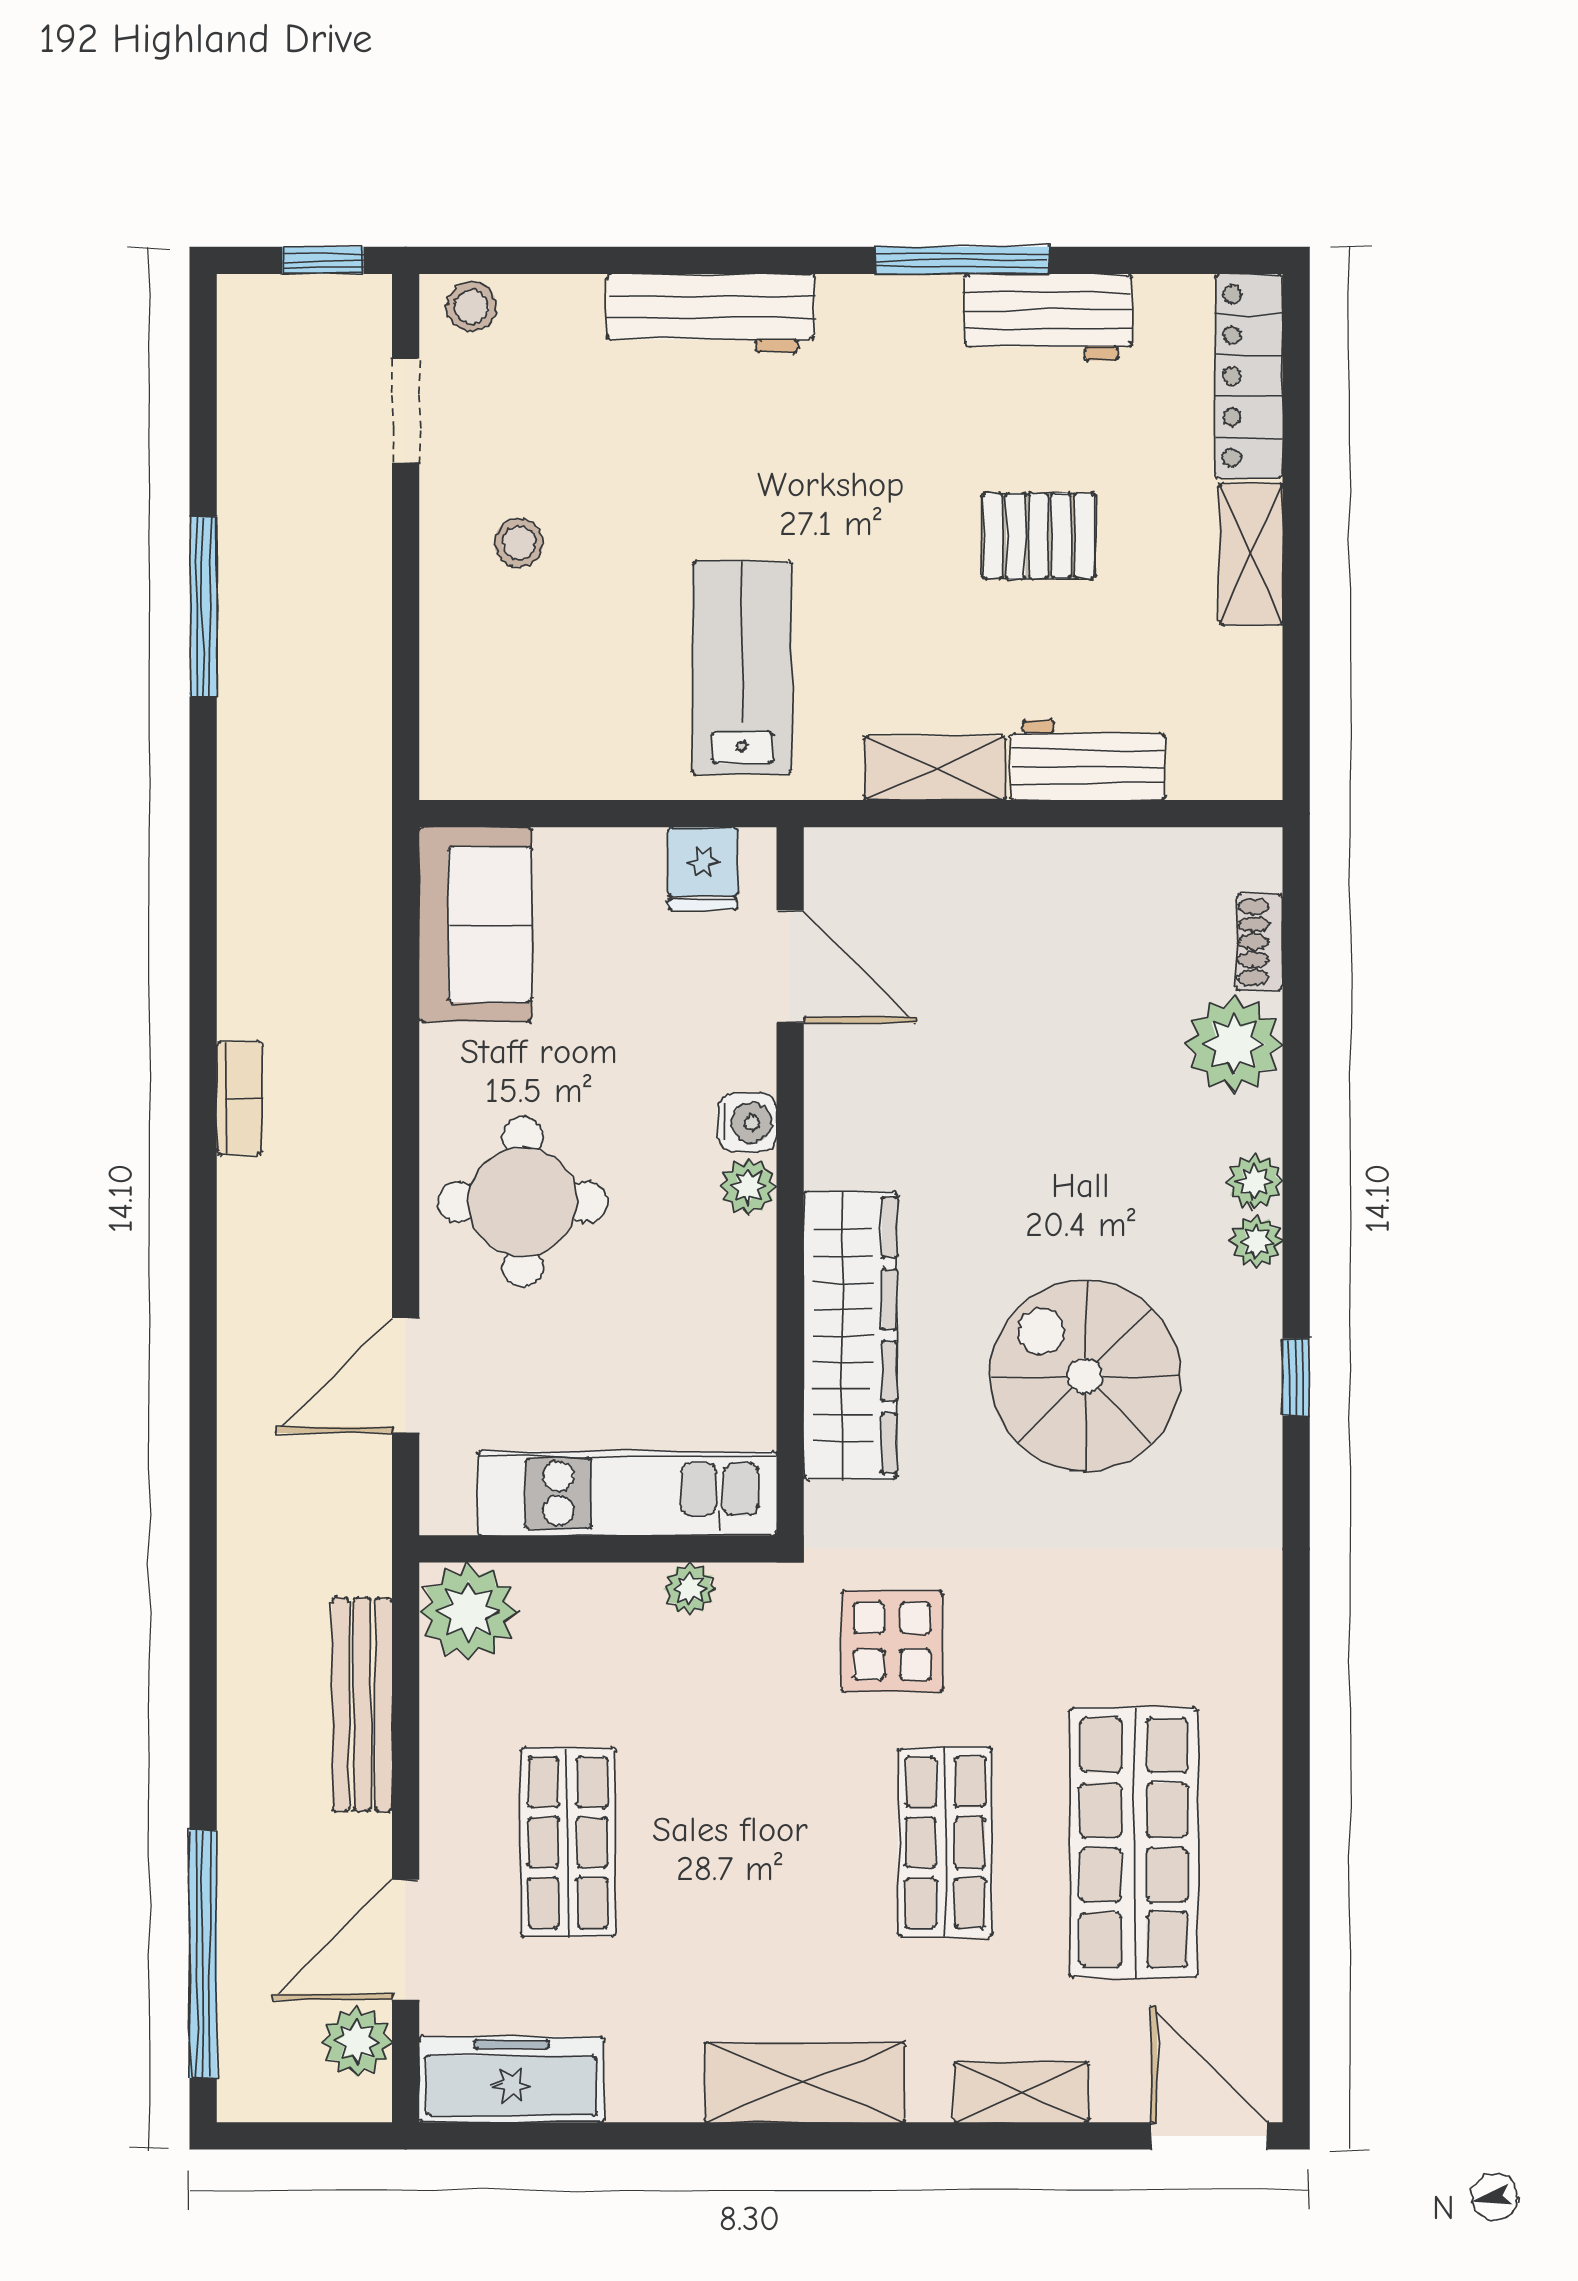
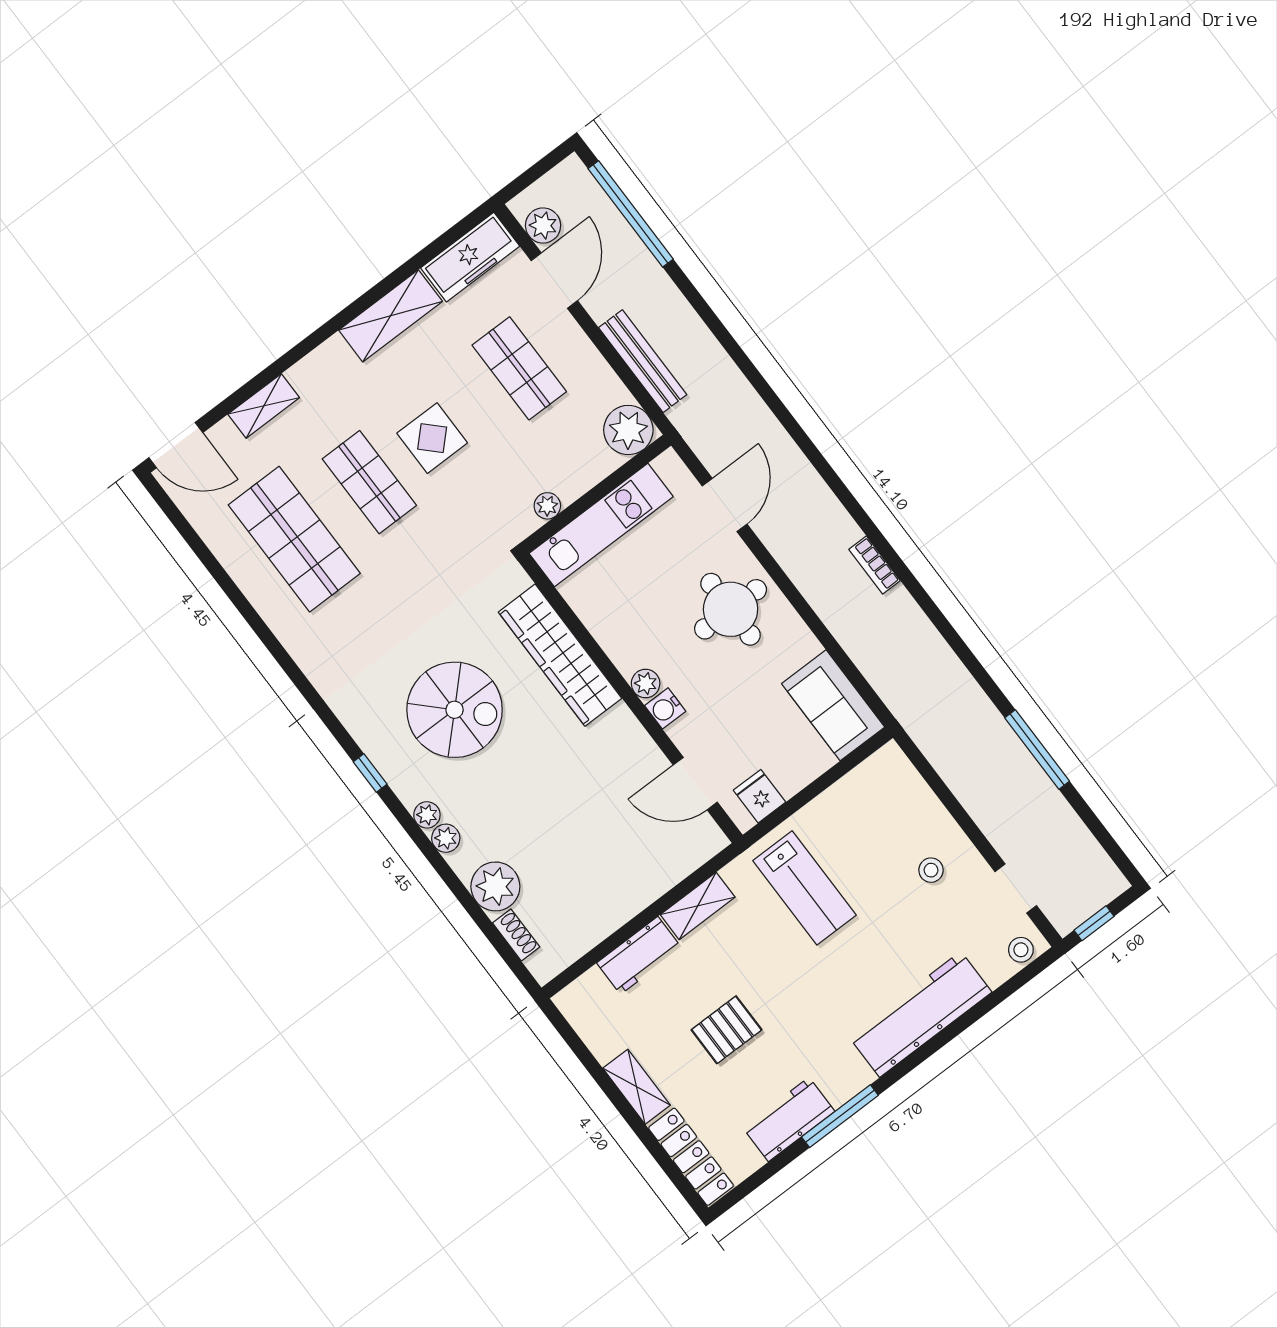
workbench: (711, 313) -> (920, 1014), width x1.36, depth x1.32
display table: (892, 1641) -> (432, 438), moved
shelving: (805, 2082) -> (391, 316), moved

